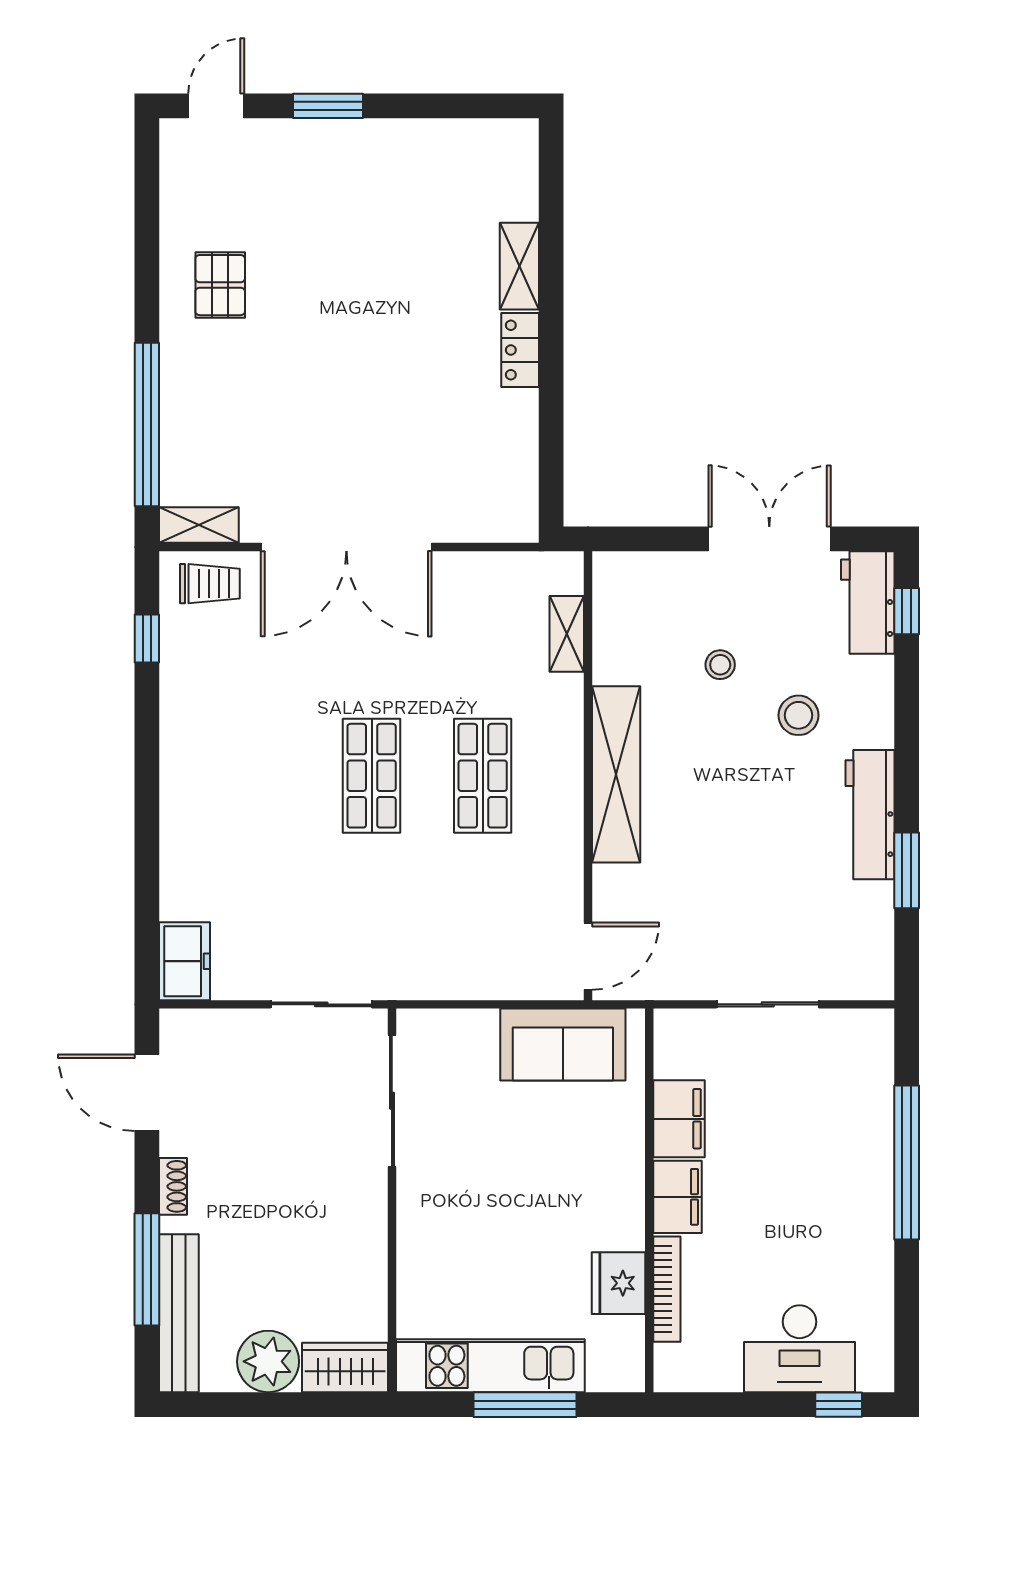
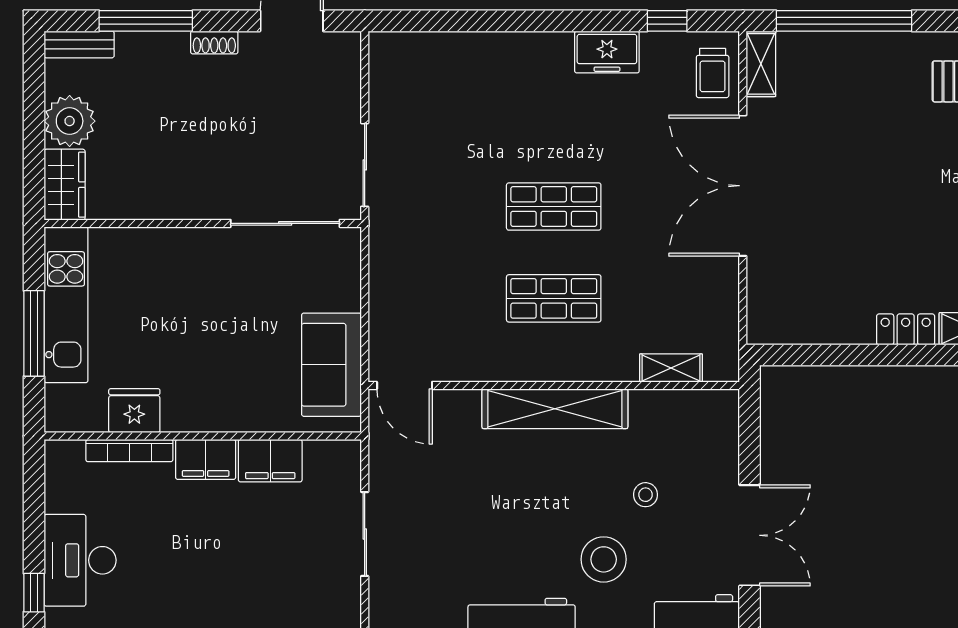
stool: (798, 715) -> (604, 559), width x1.38, depth x1.38
freezer: (185, 961) -> (607, 52), moved
bench: (179, 1313) -> (79, 44), width x0.54, depth x0.82

